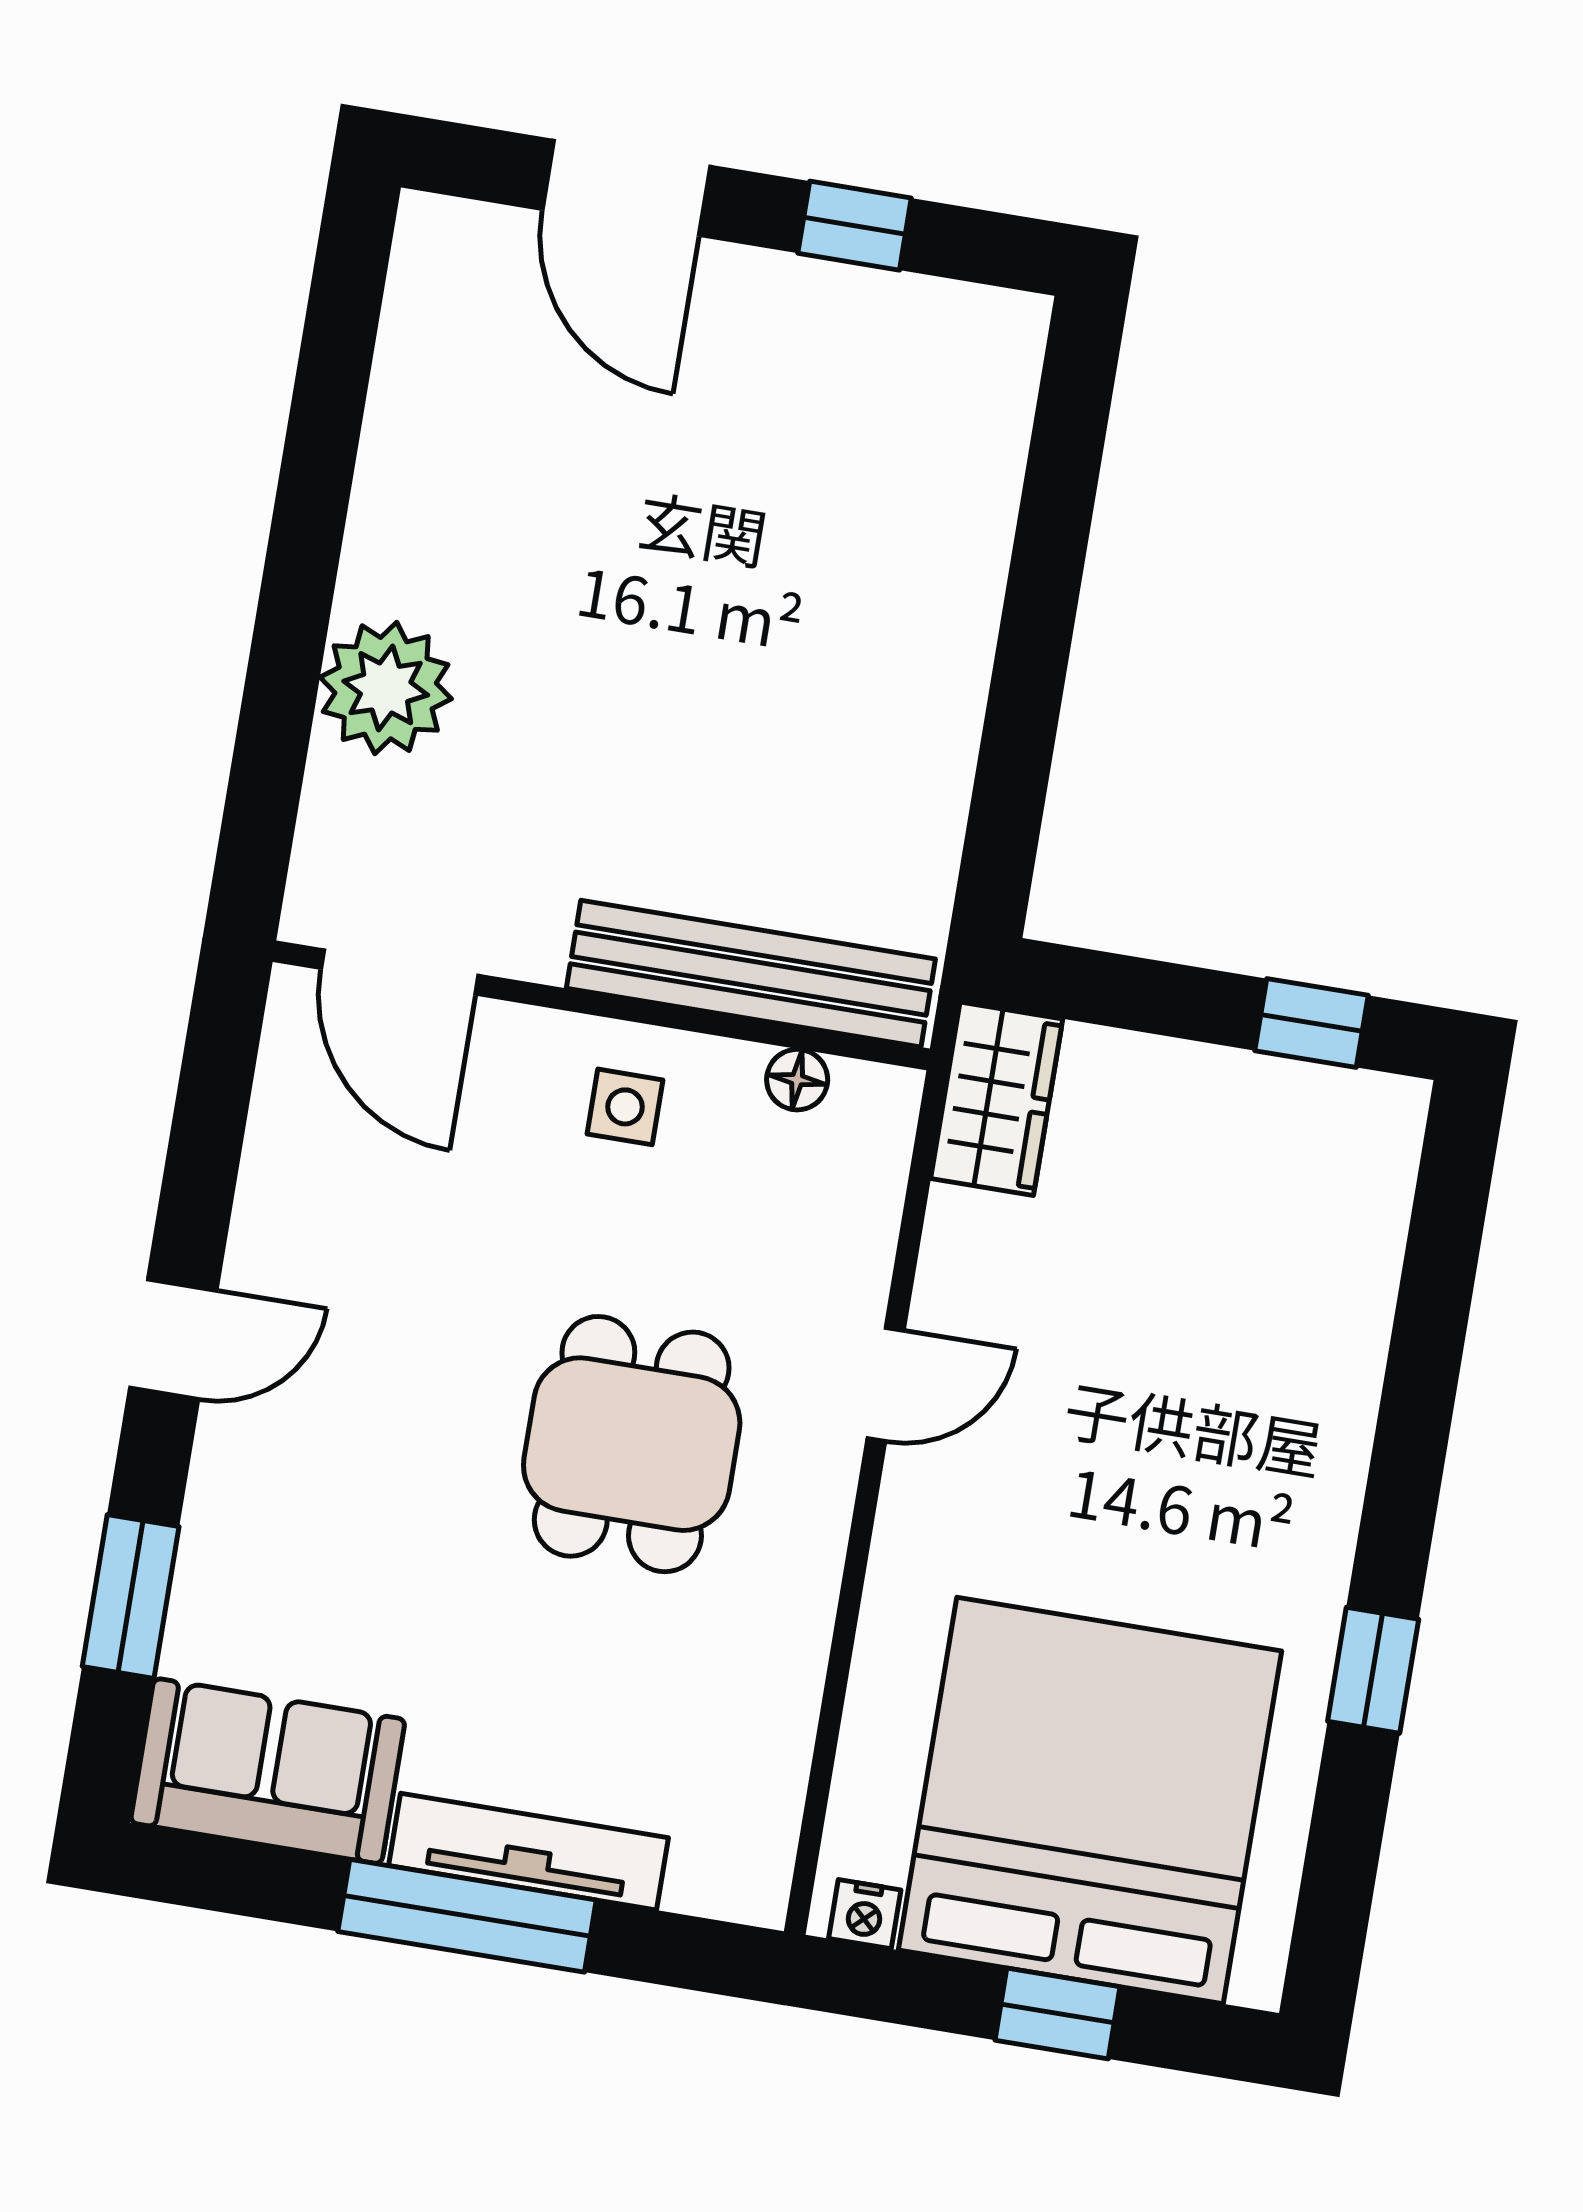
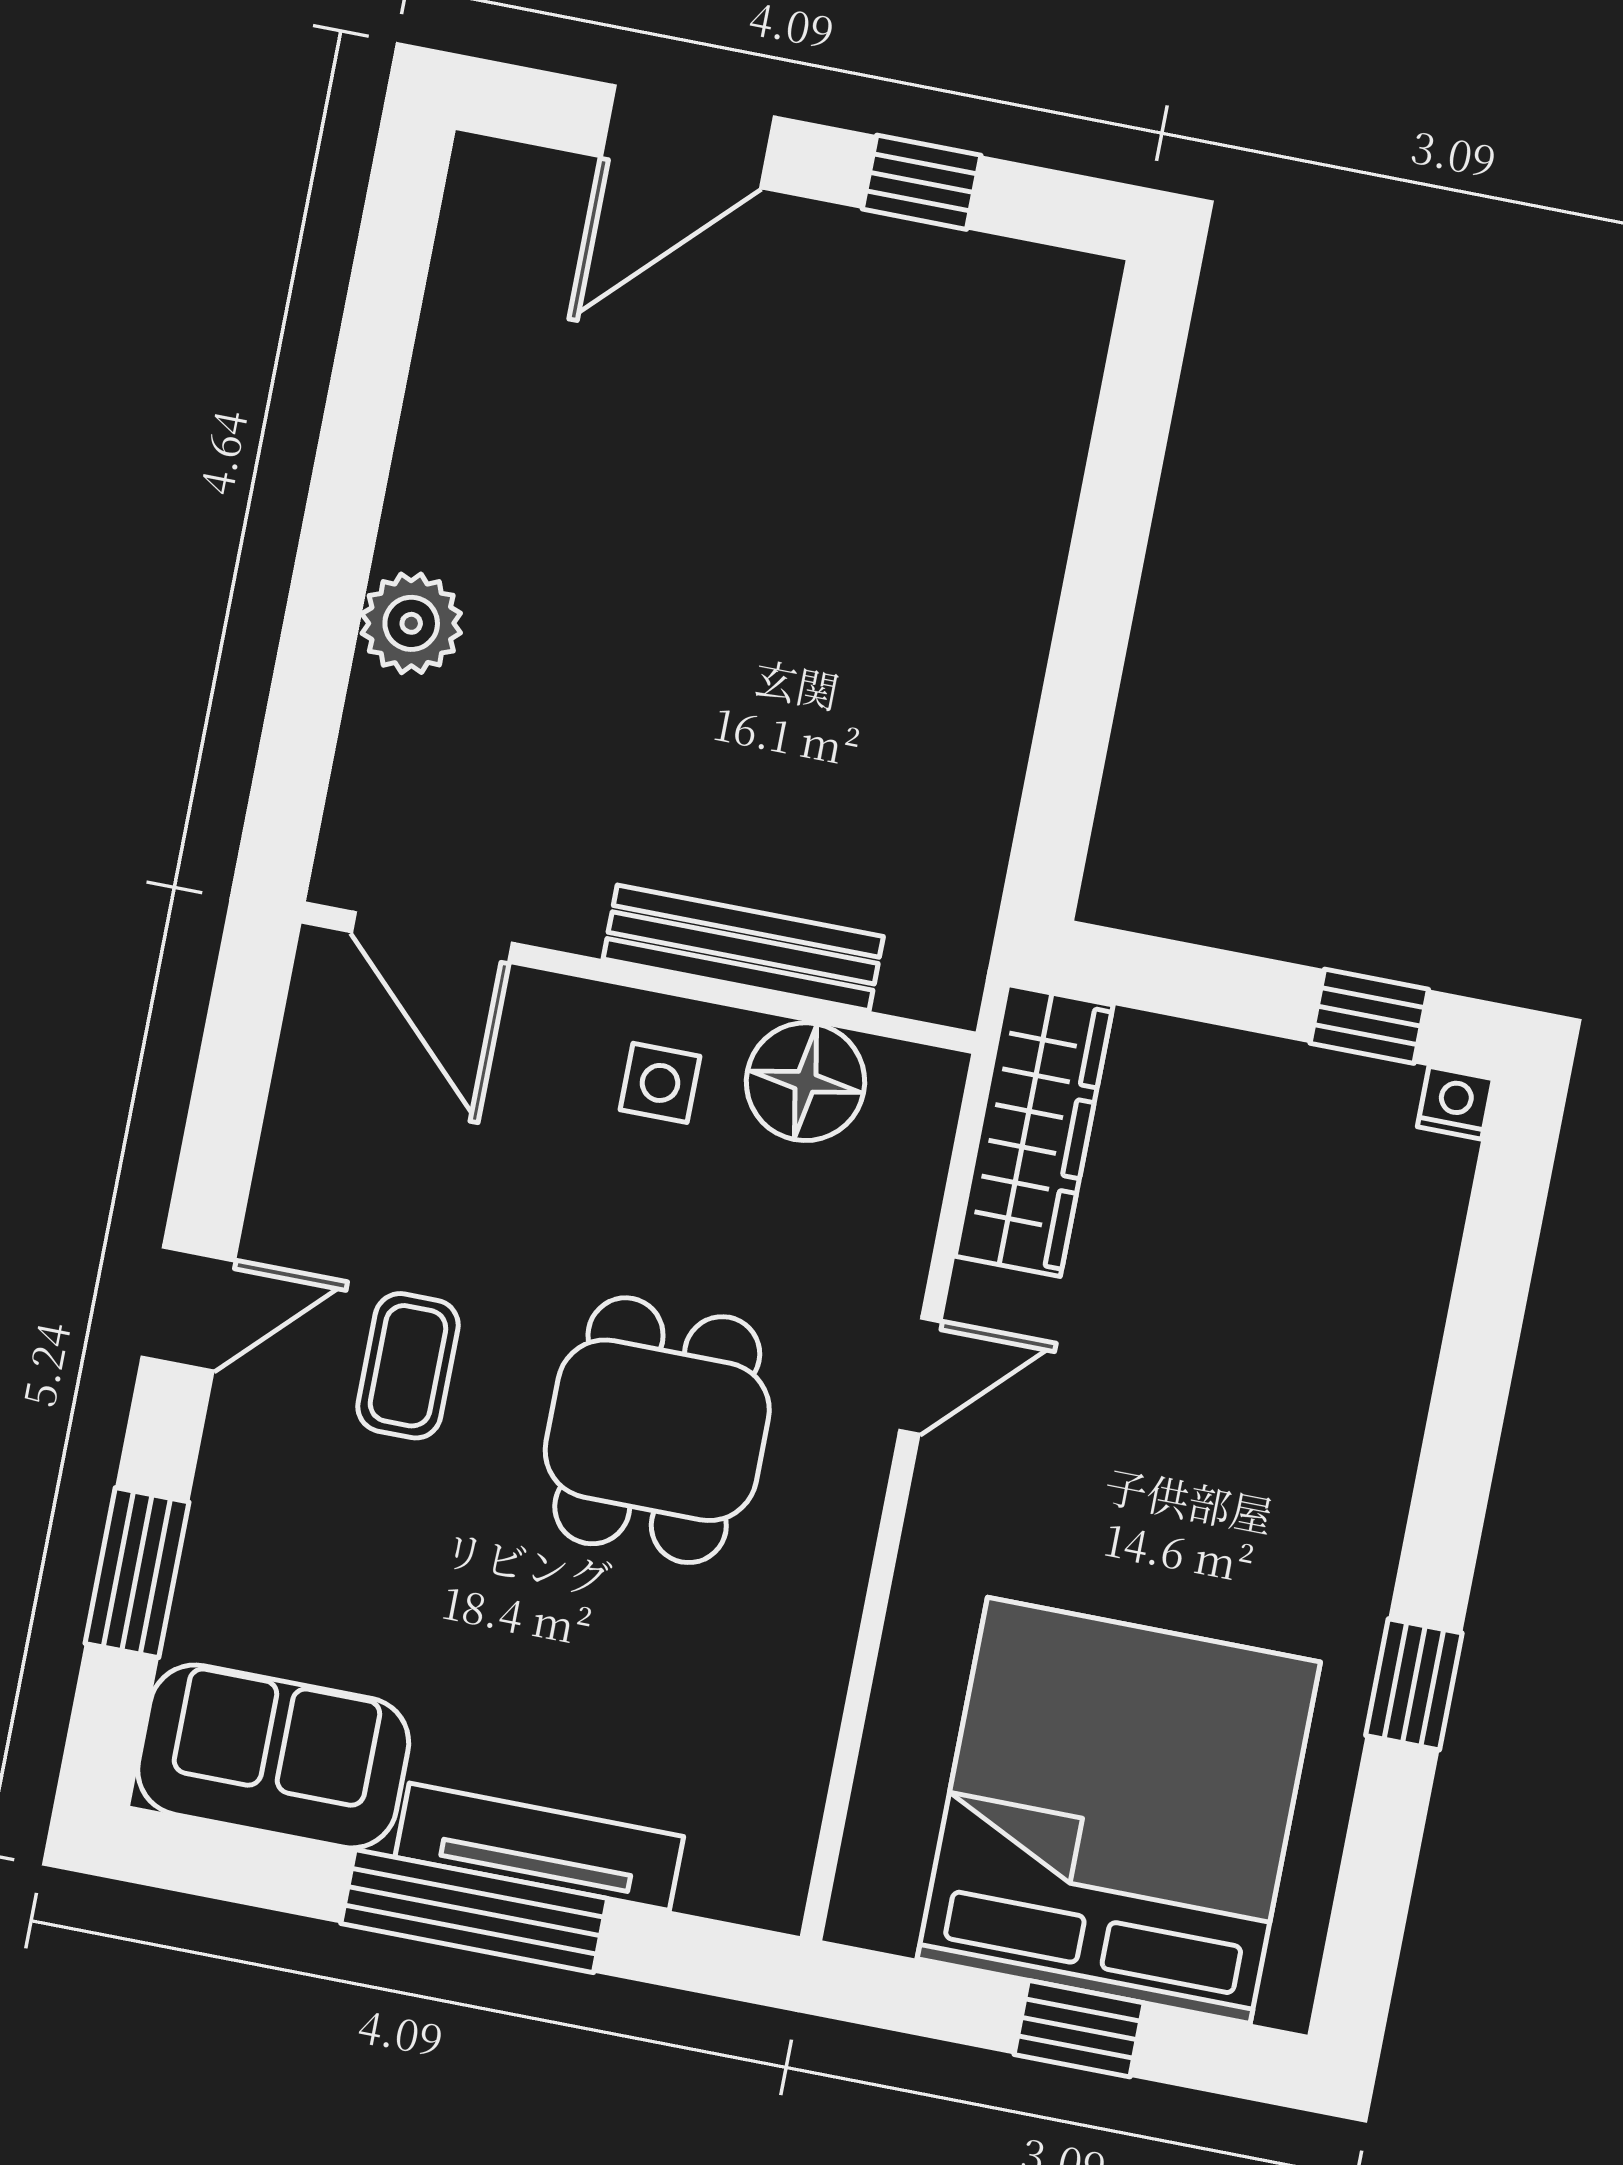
door: (626, 188) -> (688, 137), hinge flipped
plant: (386, 688) -> (411, 623), width x0.73, depth x0.73
bench: (751, 974) -> (743, 948), width x0.73, depth x0.82
floor lamp: (797, 1080) -> (805, 1082), width x1.89, depth x1.89
wardrobe: (997, 1099) -> (1034, 1131), width x1.50
coffee table: (388, 1388) -> (408, 1366), added
nightstand: (865, 1914) -> (1455, 1103), moved, turned 180

